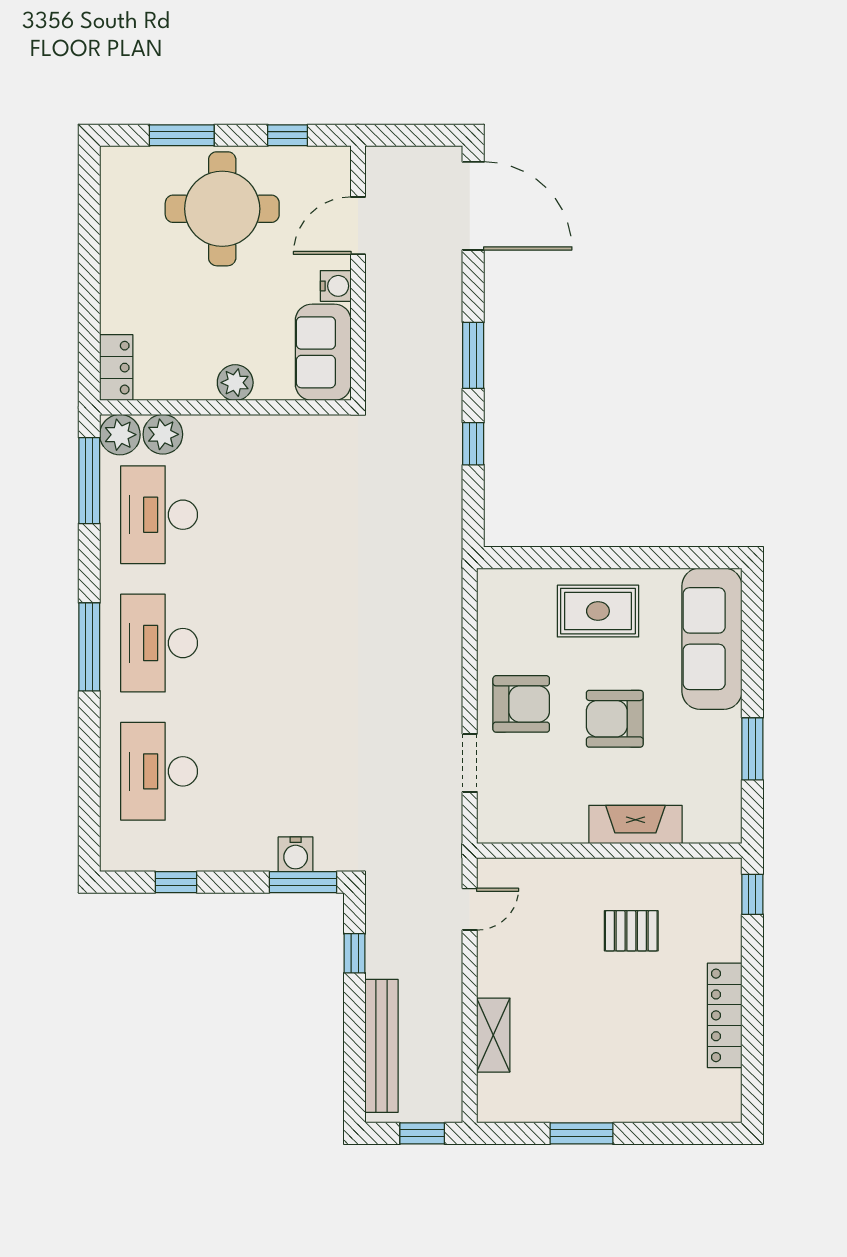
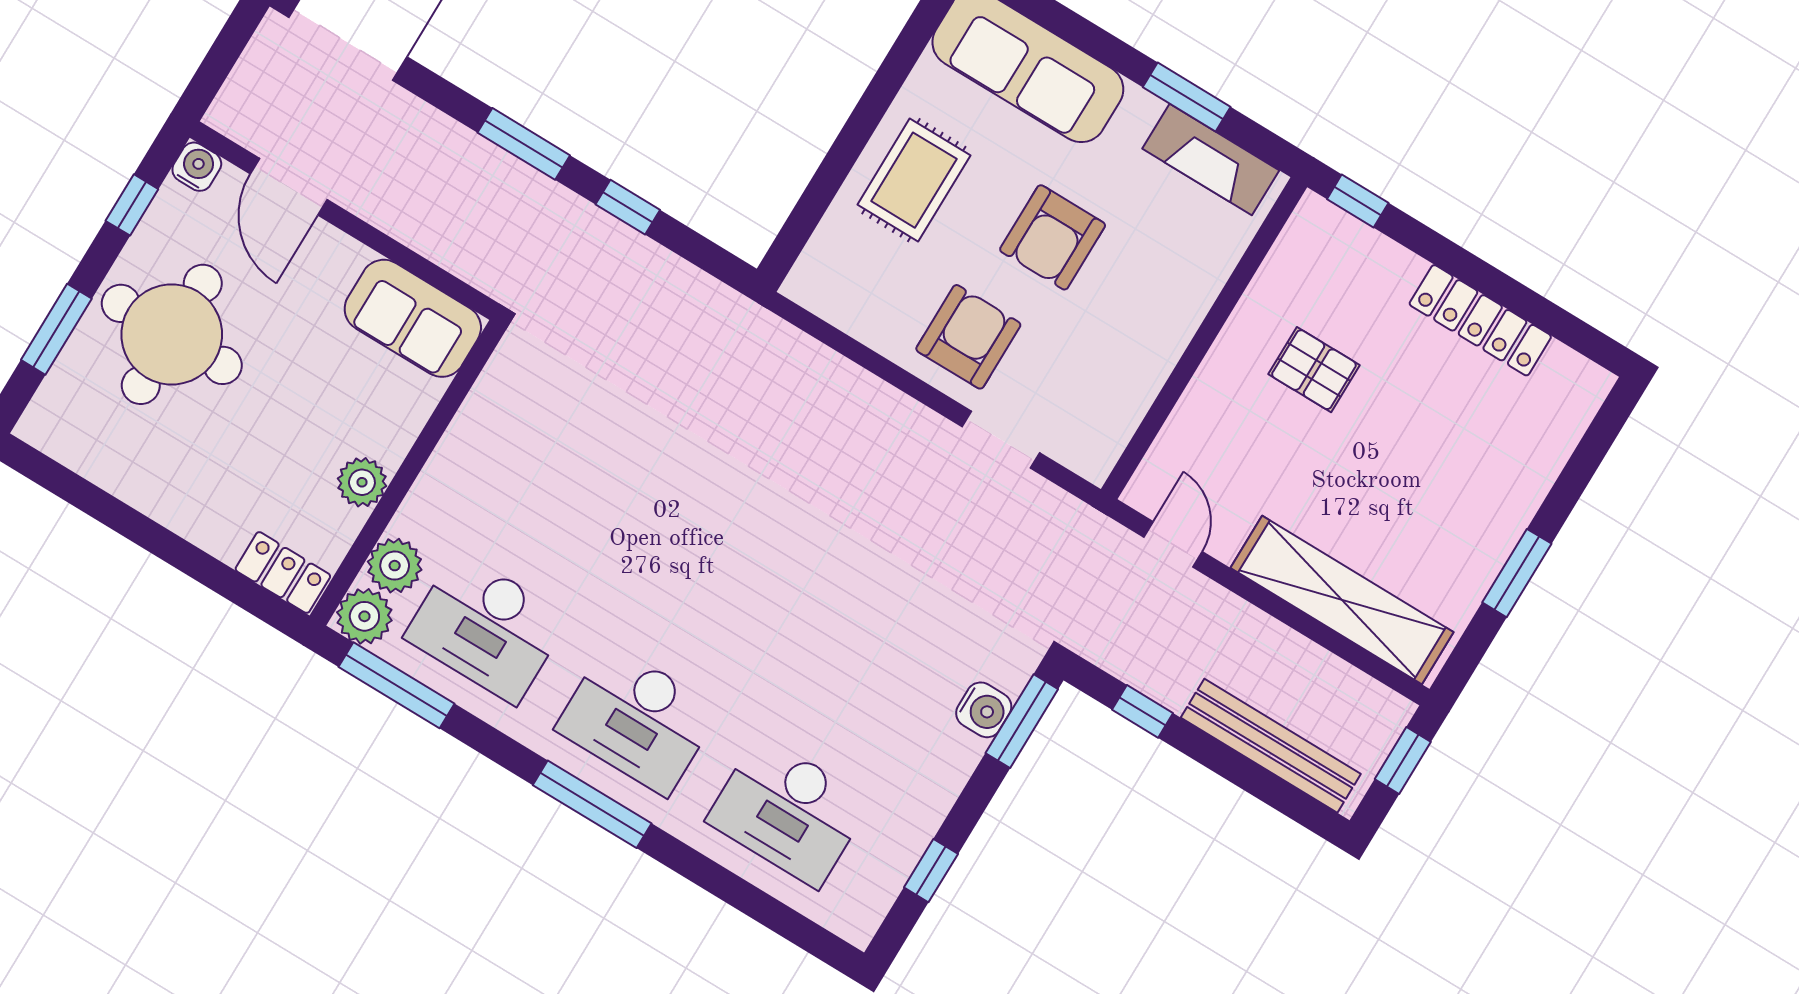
water cooler: (336, 286) -> (197, 167), moved
plant: (235, 383) -> (362, 482), moved
fireplace: (635, 825) -> (1211, 159), moved, turned -90
pallet: (631, 931) -> (1314, 370), turned 90
shelving: (493, 1035) -> (1342, 600), width x2.20, depth x1.33

